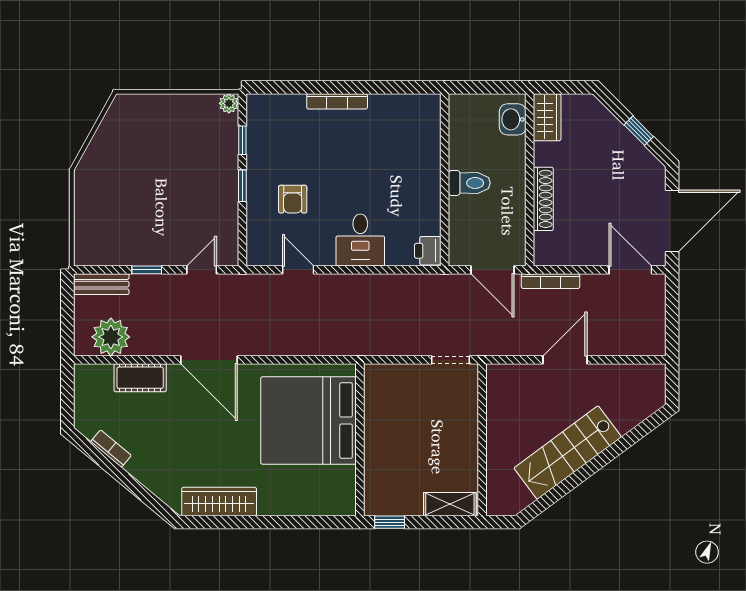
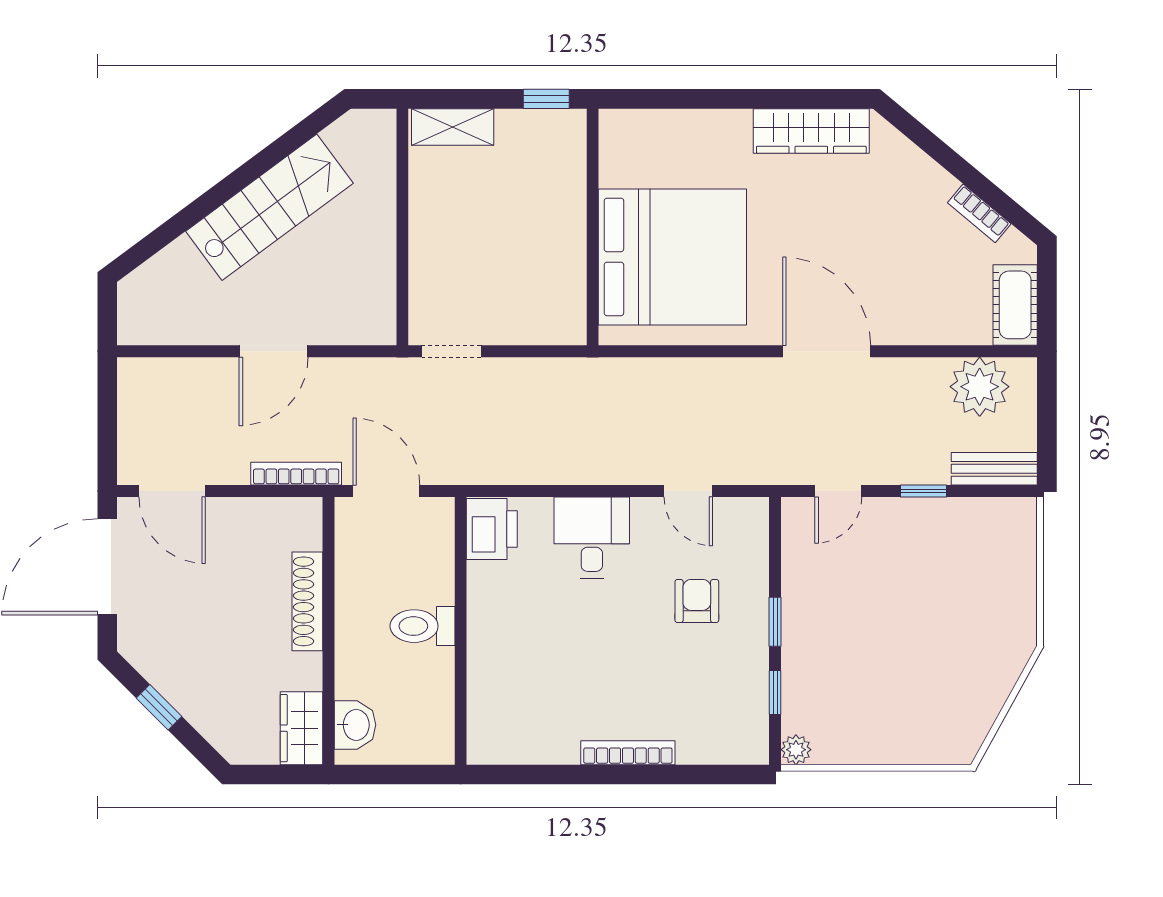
printer: (428, 251) -> (492, 529), width x1.36, depth x1.24
cot: (140, 378) -> (1015, 305), moved, turned 90

